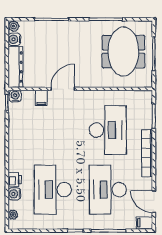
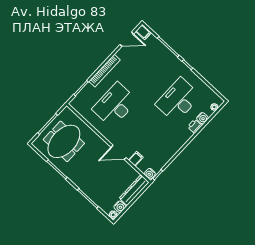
desk: (53, 190) -> (178, 100), turned 180
desk: (108, 190) -> (147, 71), removed
door: (154, 202) -> (127, 39), hinge flipped

